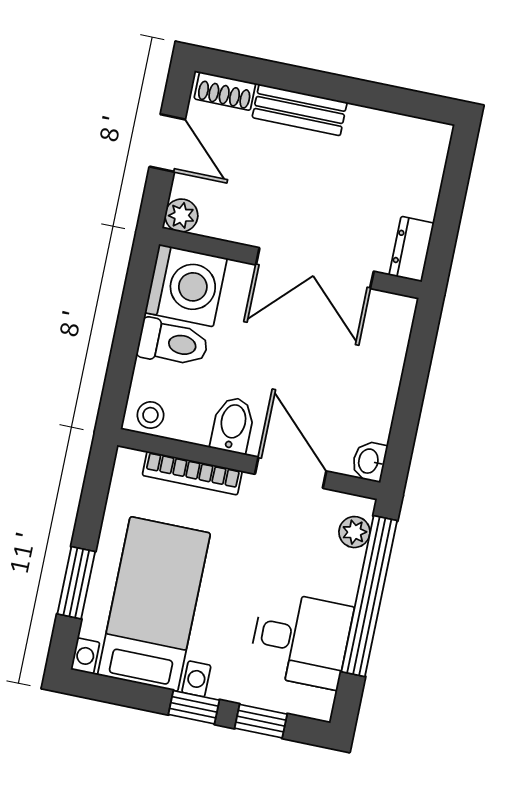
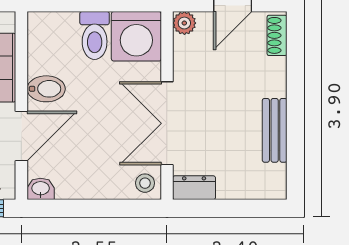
bench: (300, 110) -> (275, 130), moved
stool: (150, 415) -> (145, 183), moved

